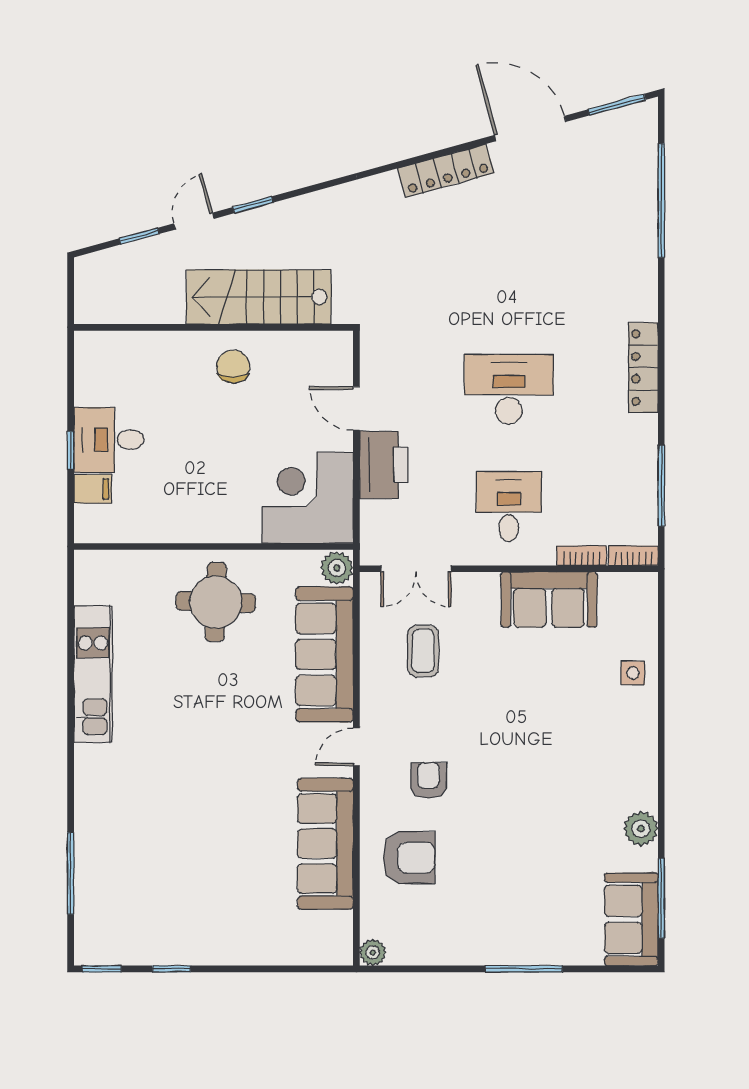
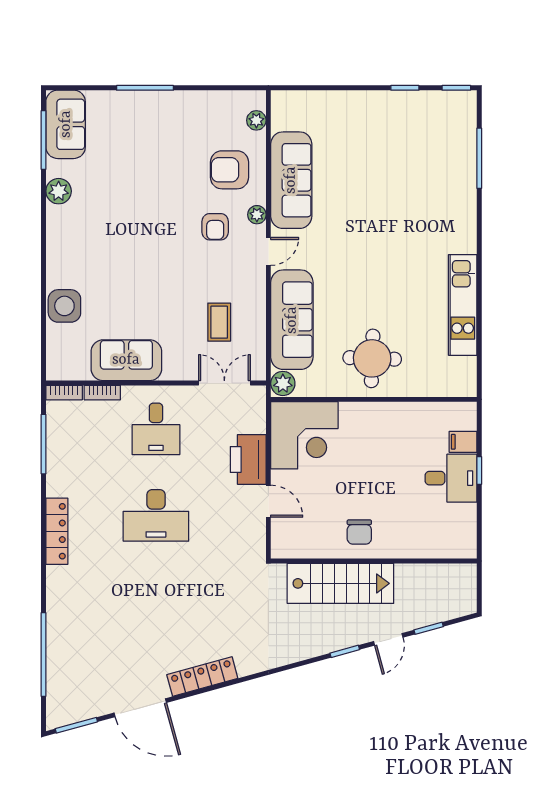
side table: (633, 673) -> (64, 306), width x1.87, depth x1.87
plant: (372, 797) -> (257, 215), added
plant: (373, 953) -> (256, 120), moved

